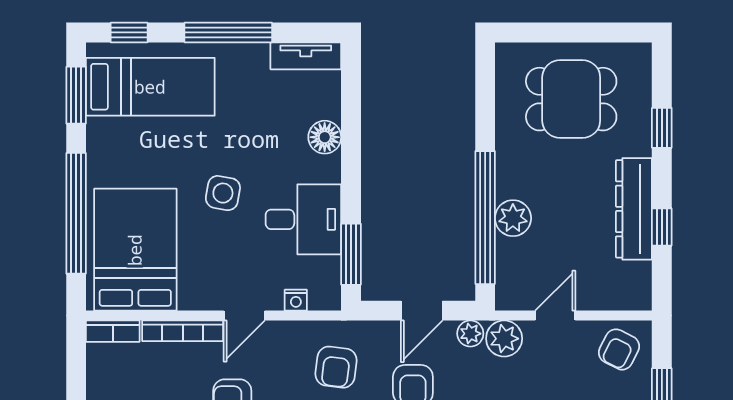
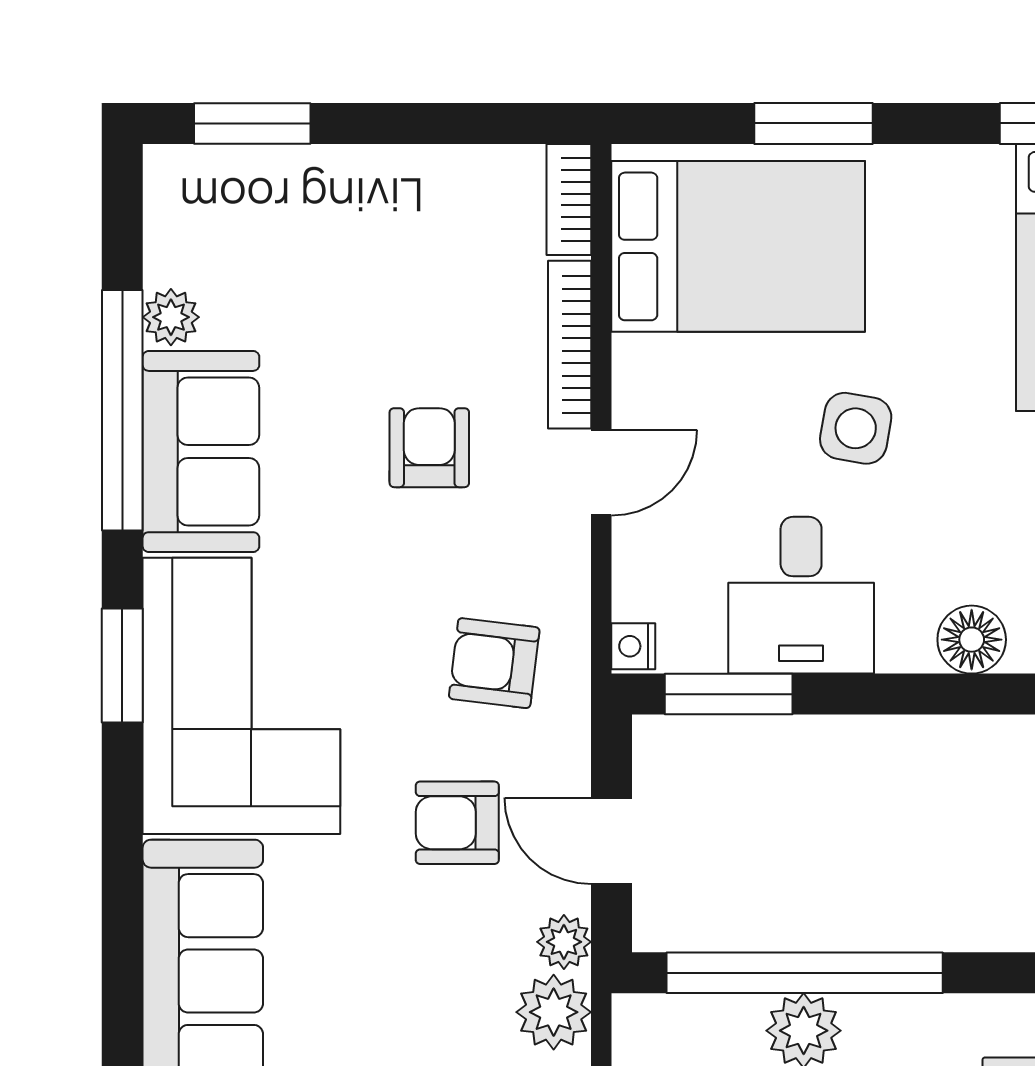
window: (76, 213) -> (814, 123), width x0.47
nightstand: (296, 300) -> (633, 646), moved
door: (244, 316) -> (601, 473), swing flipped

